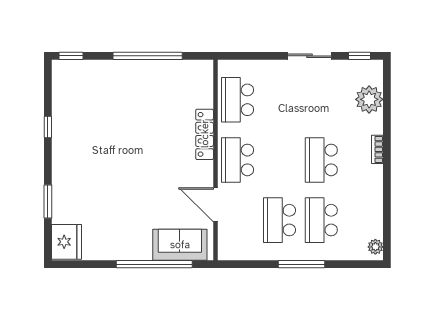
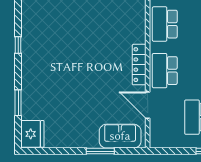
locker: (205, 134) -> (139, 65), moved
window: (154, 264) -> (100, 151), width x0.47

